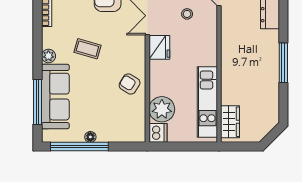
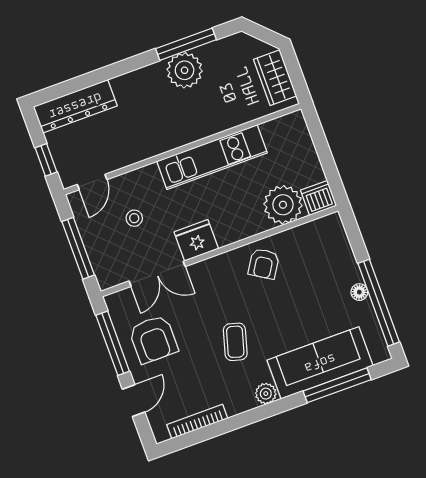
window: (283, 63) -> (186, 44), moved
plant: (267, 79) -> (185, 70), added
kitchen unit: (207, 102) -> (212, 157), moved
wardrobe: (230, 122) -> (275, 78), moved, turned -90

